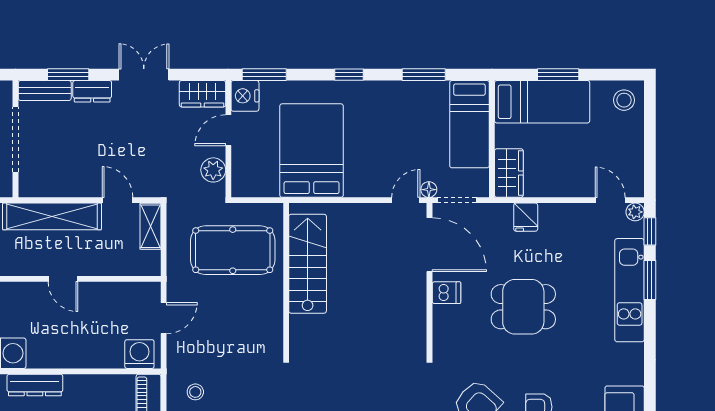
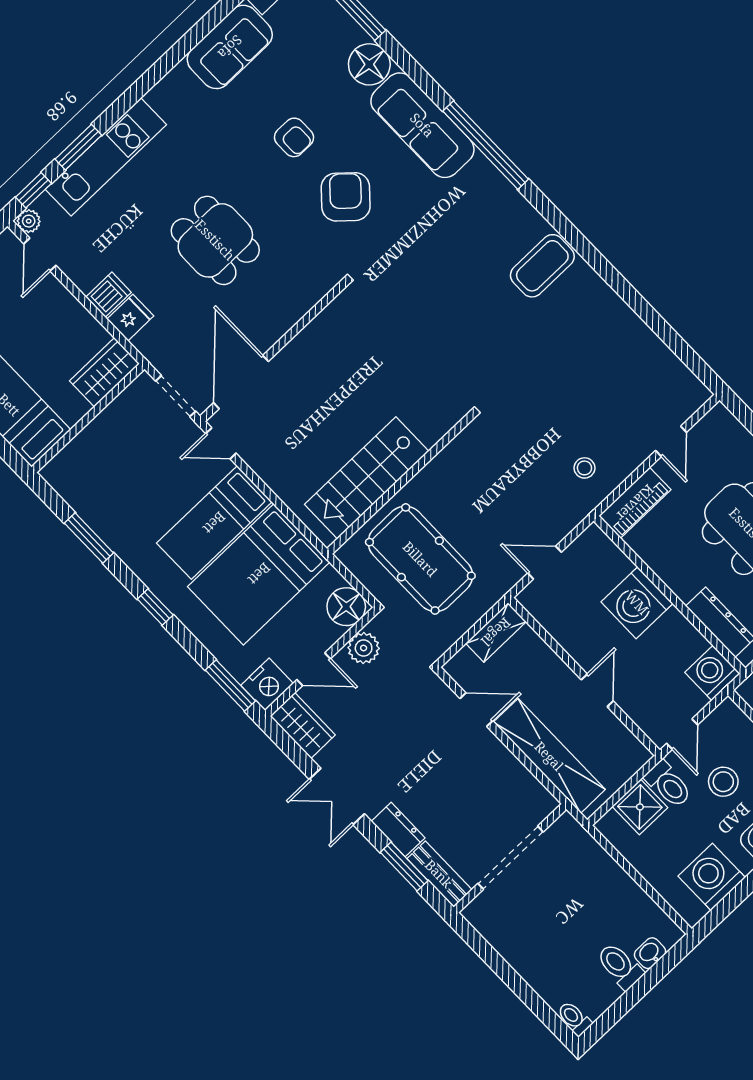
bed: (469, 124) -> (214, 523), moved, turned 180
floor lamp: (429, 190) -> (346, 607), moved, width x1.89, depth x1.89
door: (117, 200) -> (476, 710), swing flipped
shelving: (150, 226) -> (496, 632), moved
dishwasher: (446, 293) -> (108, 295), moved, turned 90
washing machine: (139, 354) -> (637, 603), moved, width x1.37, depth x1.37

